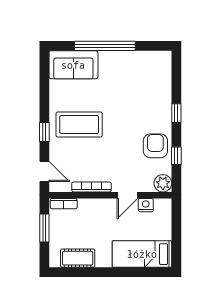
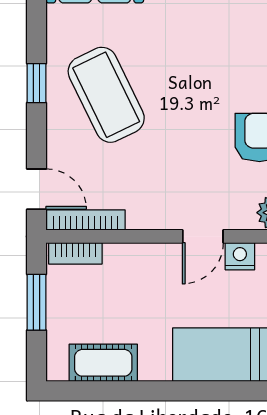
coffee table: (79, 125) -> (106, 95), turned 64
window: (44, 132) -> (36, 83), moved
bookcase: (91, 187) -> (85, 220), moved

